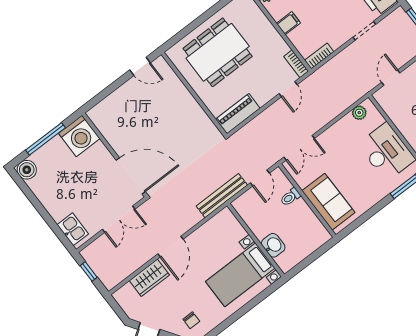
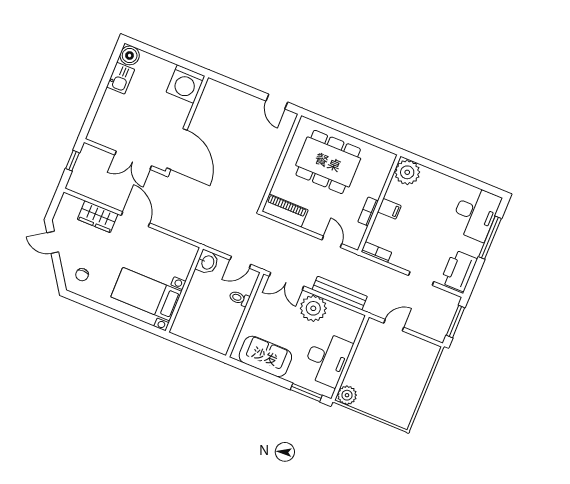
bookcase: (296, 64) -> (368, 211), moved
door: (288, 89) -> (332, 242), swing flipped
plant: (359, 113) -> (313, 308), moved, width x1.87, depth x1.87
window: (45, 139) -> (166, 56), removed
bench: (222, 196) -> (340, 293), moved
sofa: (328, 202) -> (265, 356), moved, turned -90
kitchen sink: (73, 229) -> (121, 78), moved
washbasin: (273, 245) -> (207, 262), moved
door: (170, 247) -> (136, 219), swing flipped

